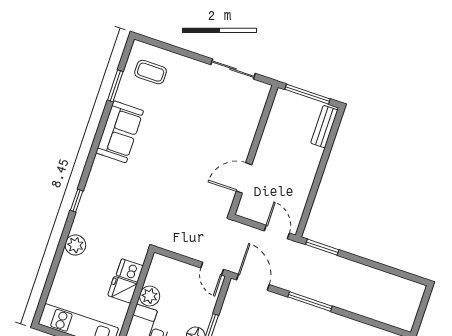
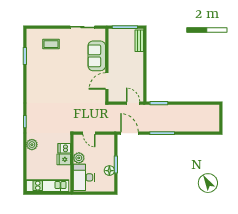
coffee table: (151, 72) -> (51, 44), moved
sofa: (120, 132) -> (97, 56), moved, turned 180
door: (212, 269) -> (89, 133), moved

